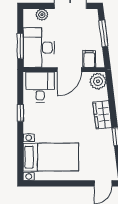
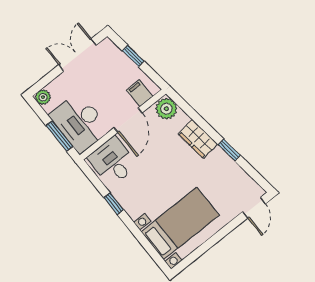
plant: (42, 15) -> (43, 97), moved
window: (103, 33) -> (133, 56), width x0.67

